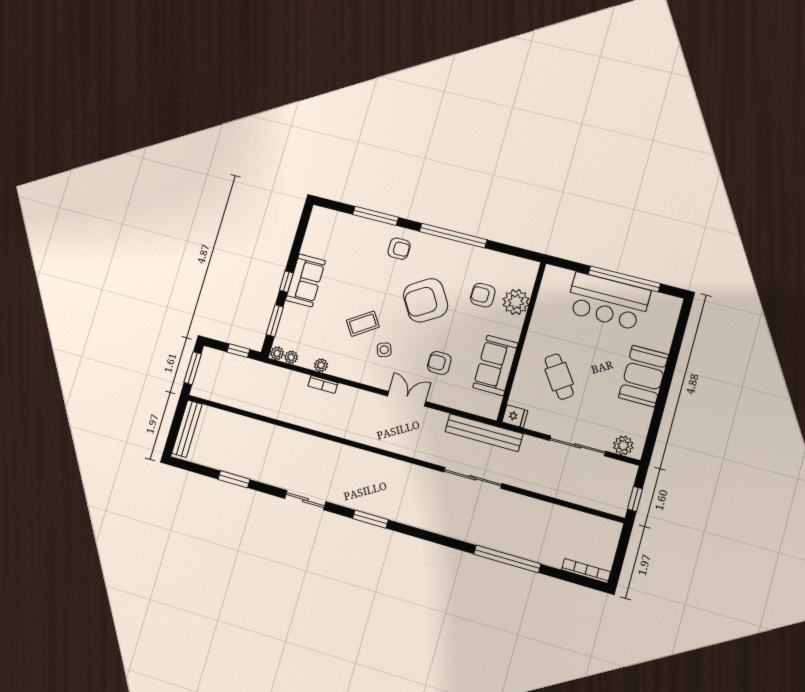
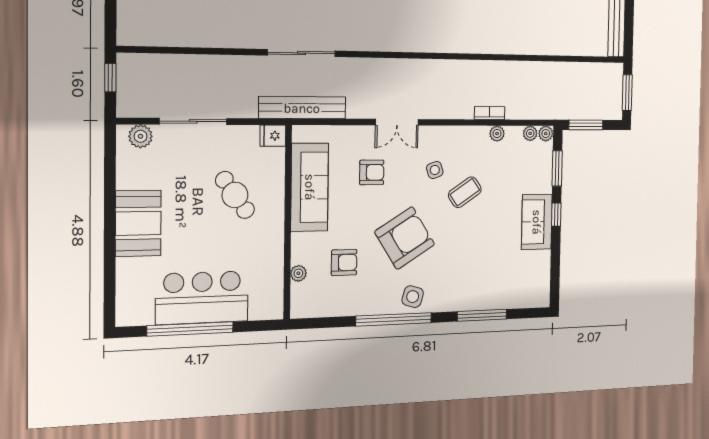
armchair: (399, 249) -> (448, 287), removed
side table: (432, 250) -> (413, 297), added
plant: (516, 302) -> (298, 273), width x0.53, depth x0.53
window: (238, 351) -> (586, 125), width x1.50
sofa: (495, 365) -> (310, 187), width x1.36

